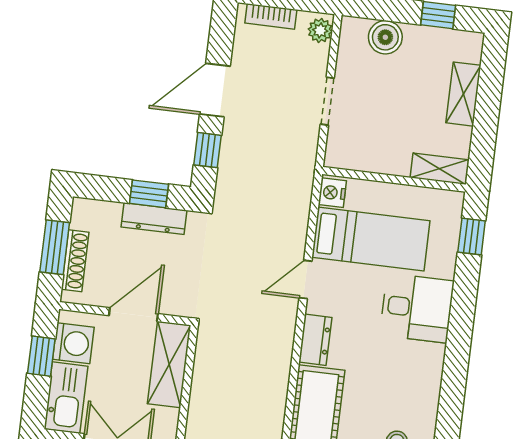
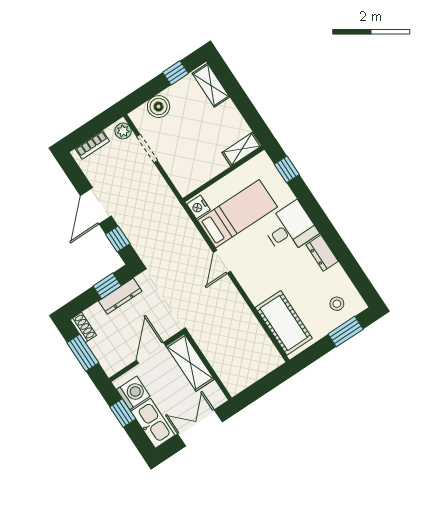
shelving: (463, 94) -> (211, 85), moved
doorway: (327, 101) -> (147, 148), moved
shoe rack: (75, 261) -> (83, 327), moved, width x0.70
dresser: (315, 340) -> (322, 253), moved, turned 180

